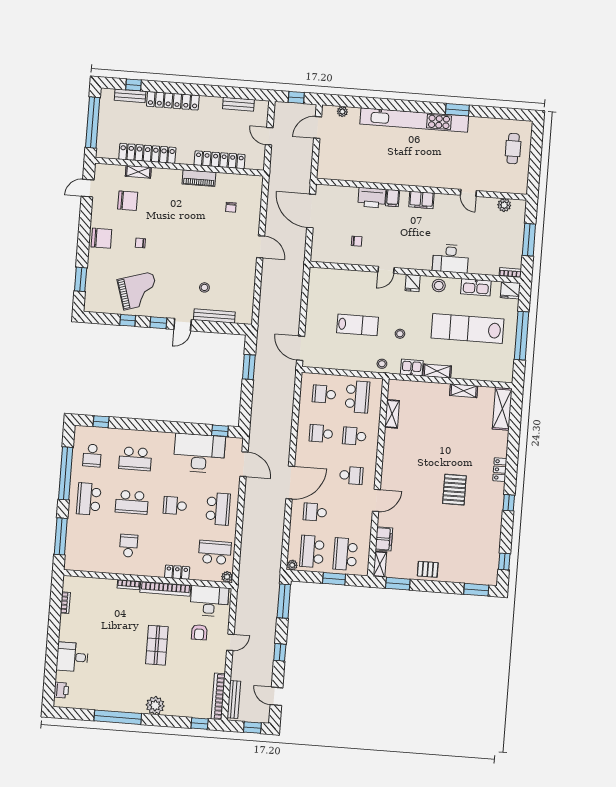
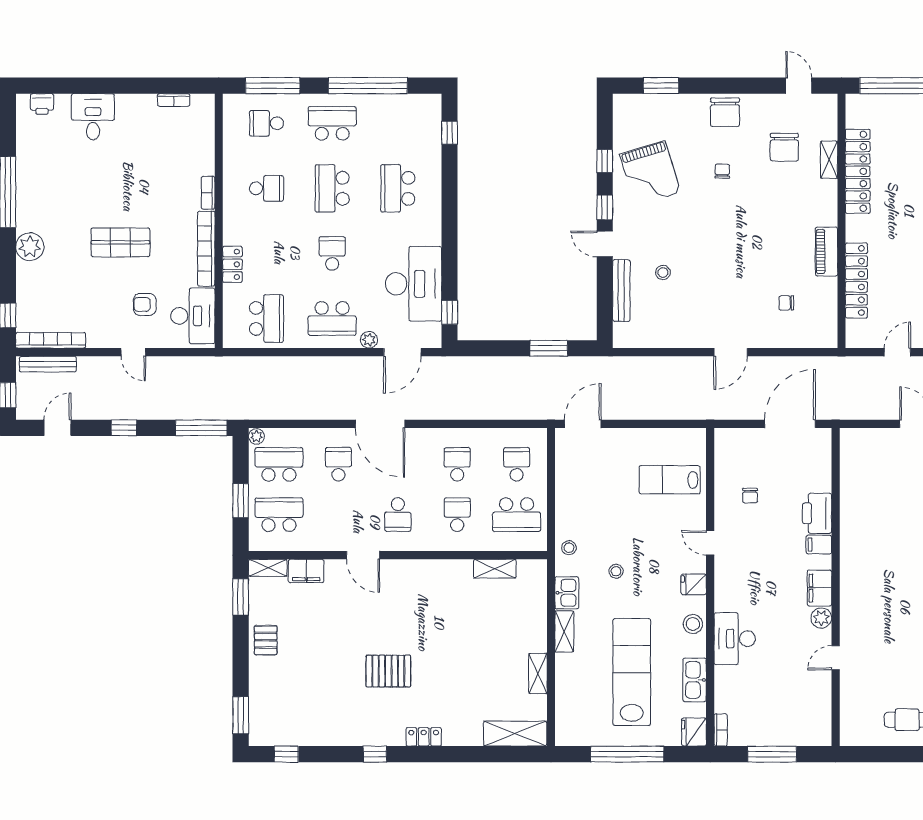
plant: (504, 205) -> (821, 618), moved
lab bench: (357, 325) -> (670, 480), moved, turned 90
school desk: (92, 455) -> (266, 123), moved
plant: (227, 577) -> (369, 340), moved

